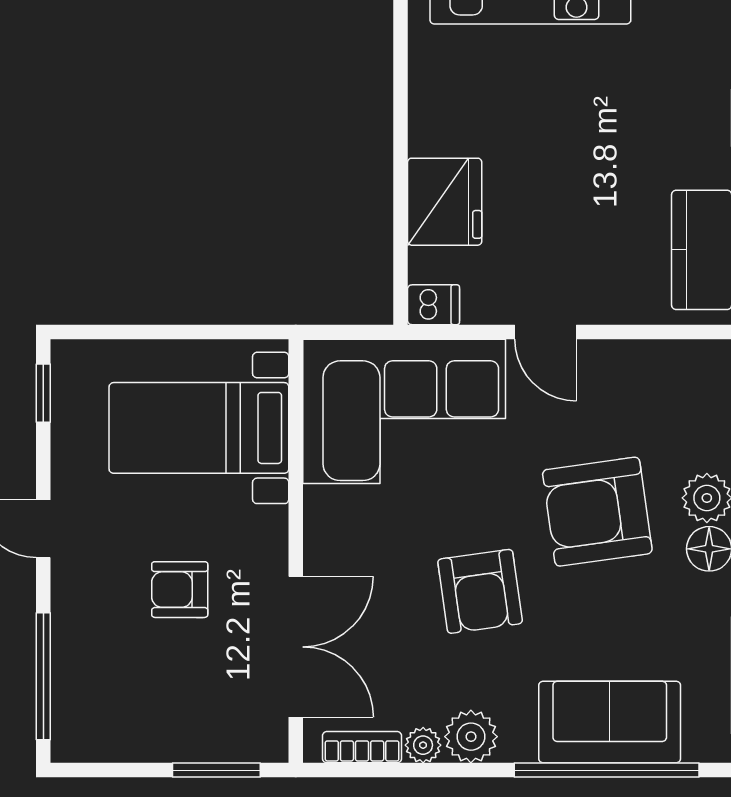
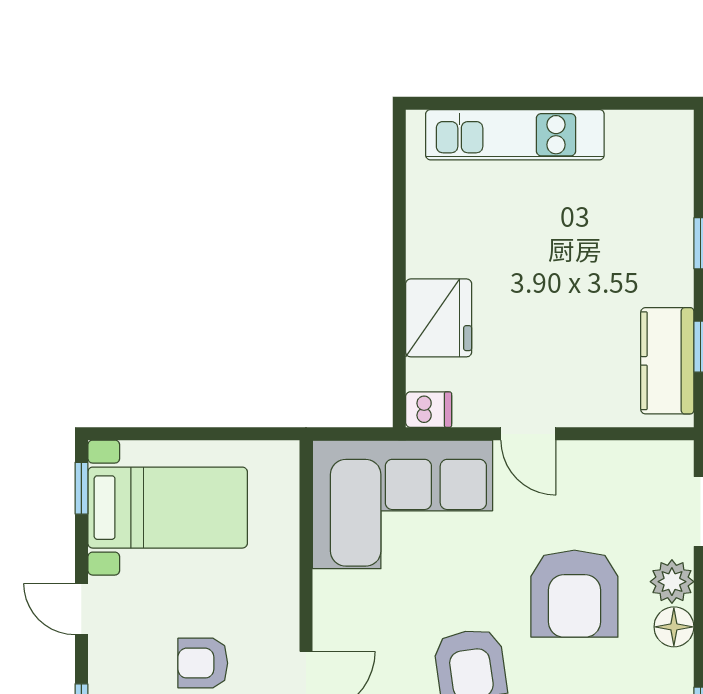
bed with nightstands: (199, 428) -> (168, 508), moved, turned 180
armchair: (597, 512) -> (574, 594), turned -82

